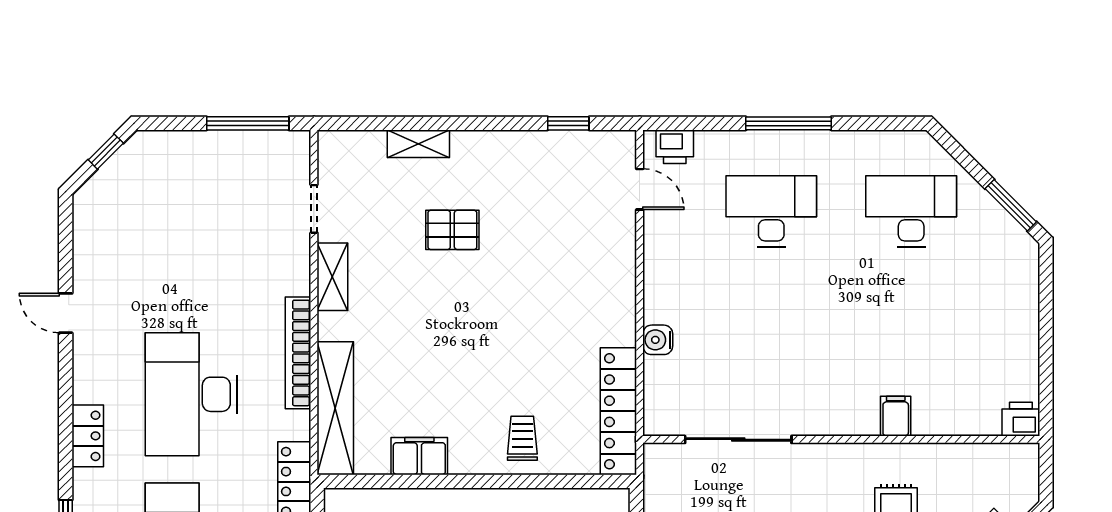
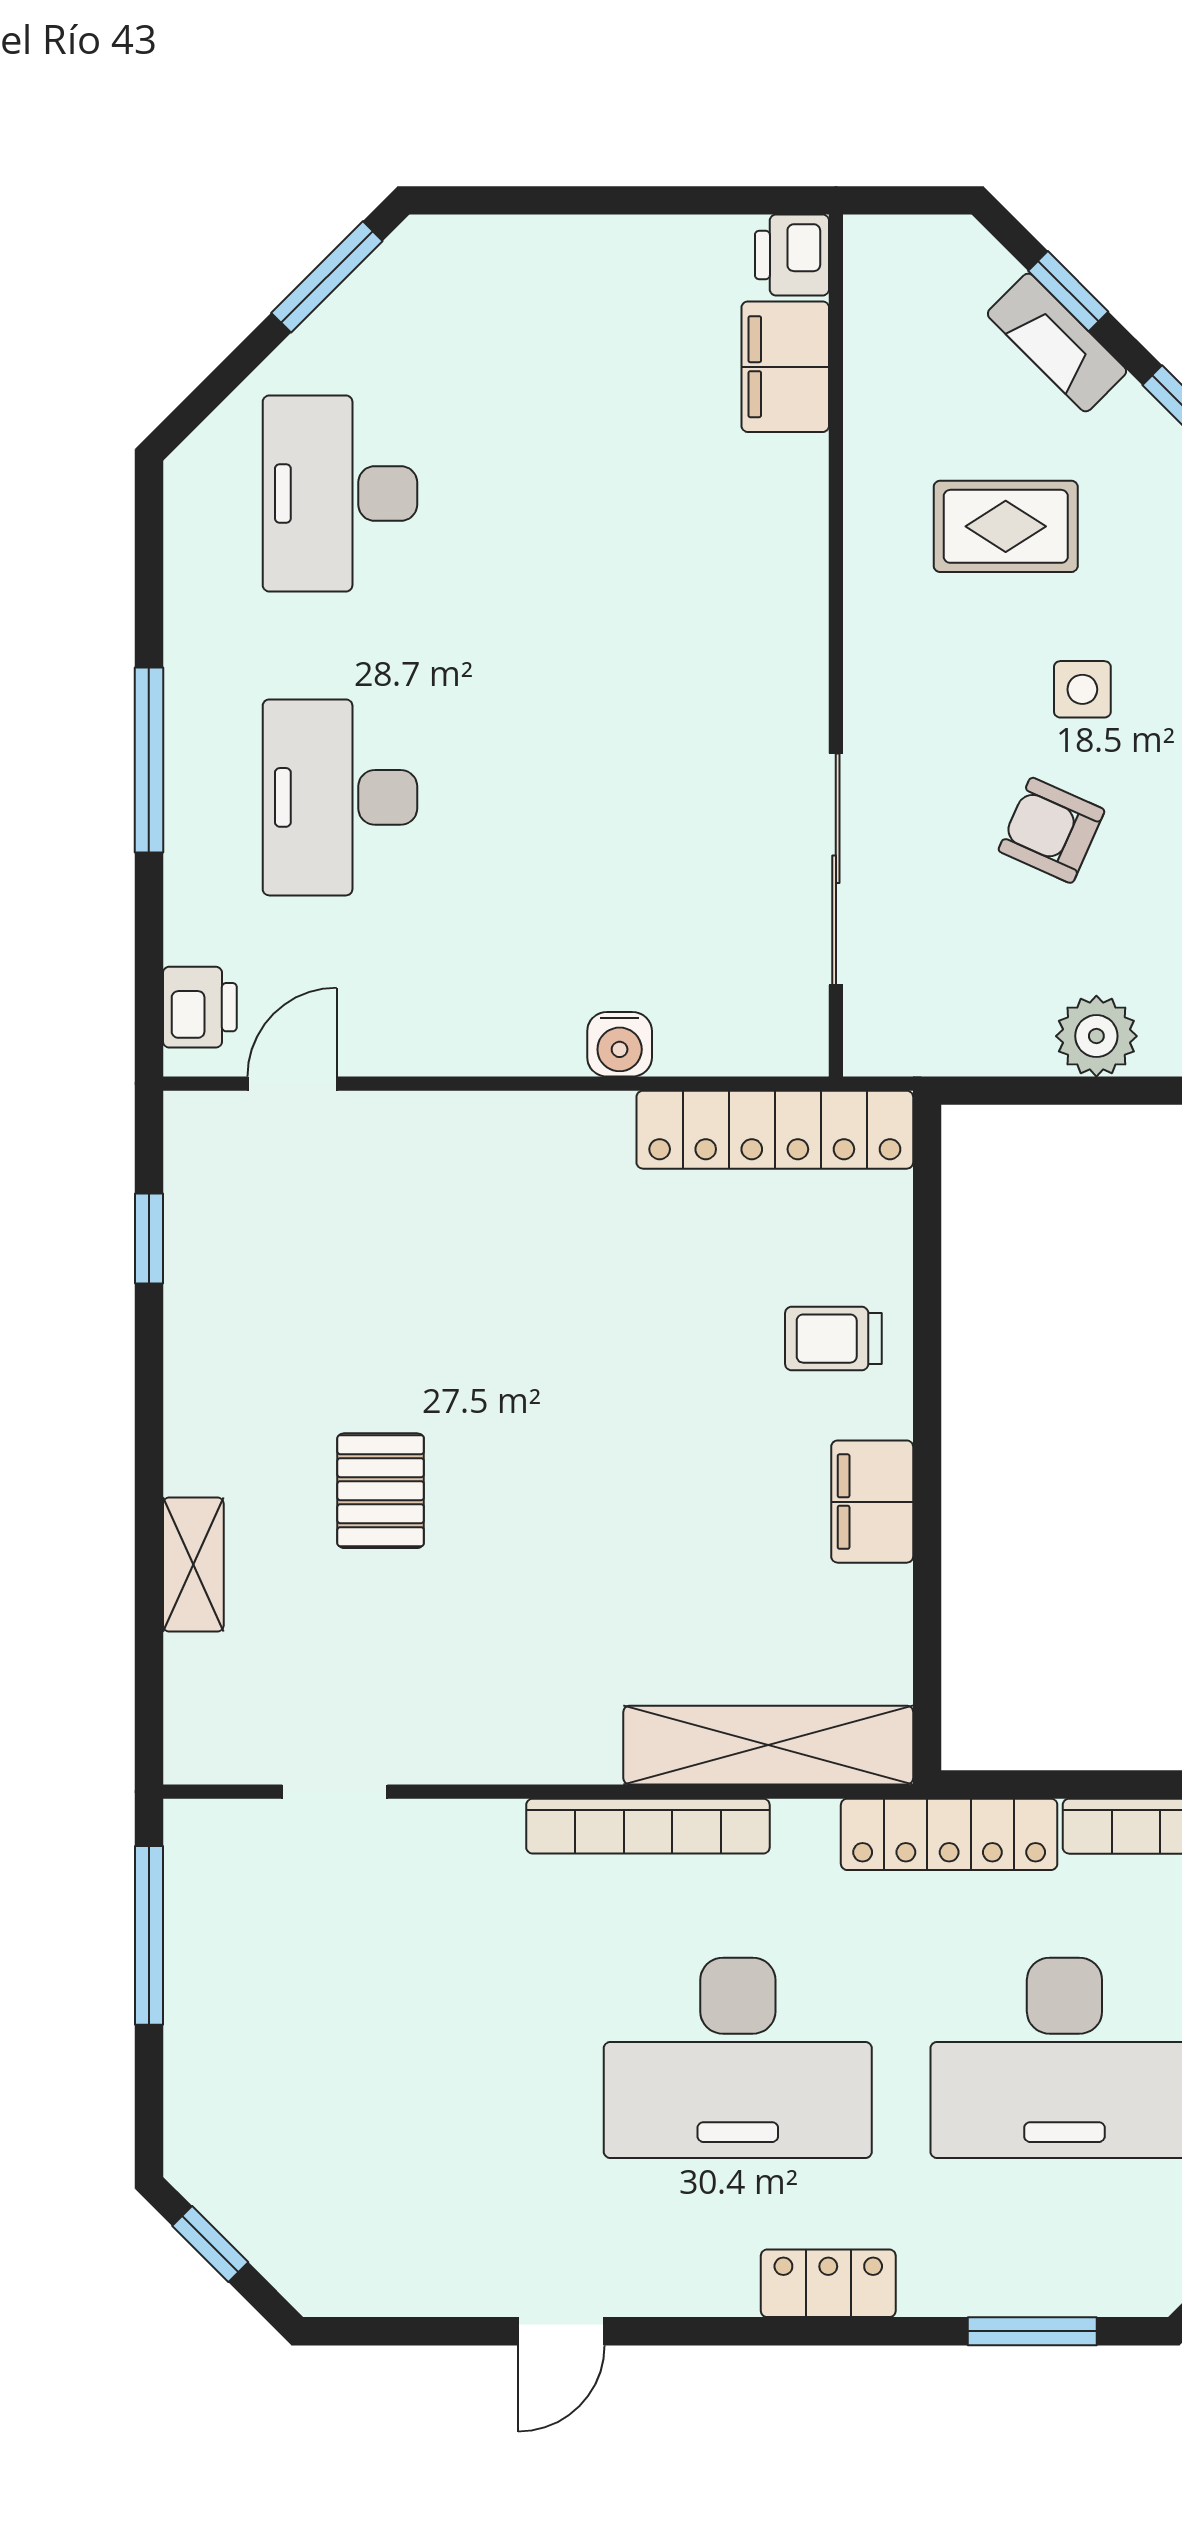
shelving: (332, 277) -> (482, 1751), removed
filing cabinet: (896, 416) -> (785, 367), moved, width x2.00
filing cabinet: (419, 456) -> (872, 1502), moved

